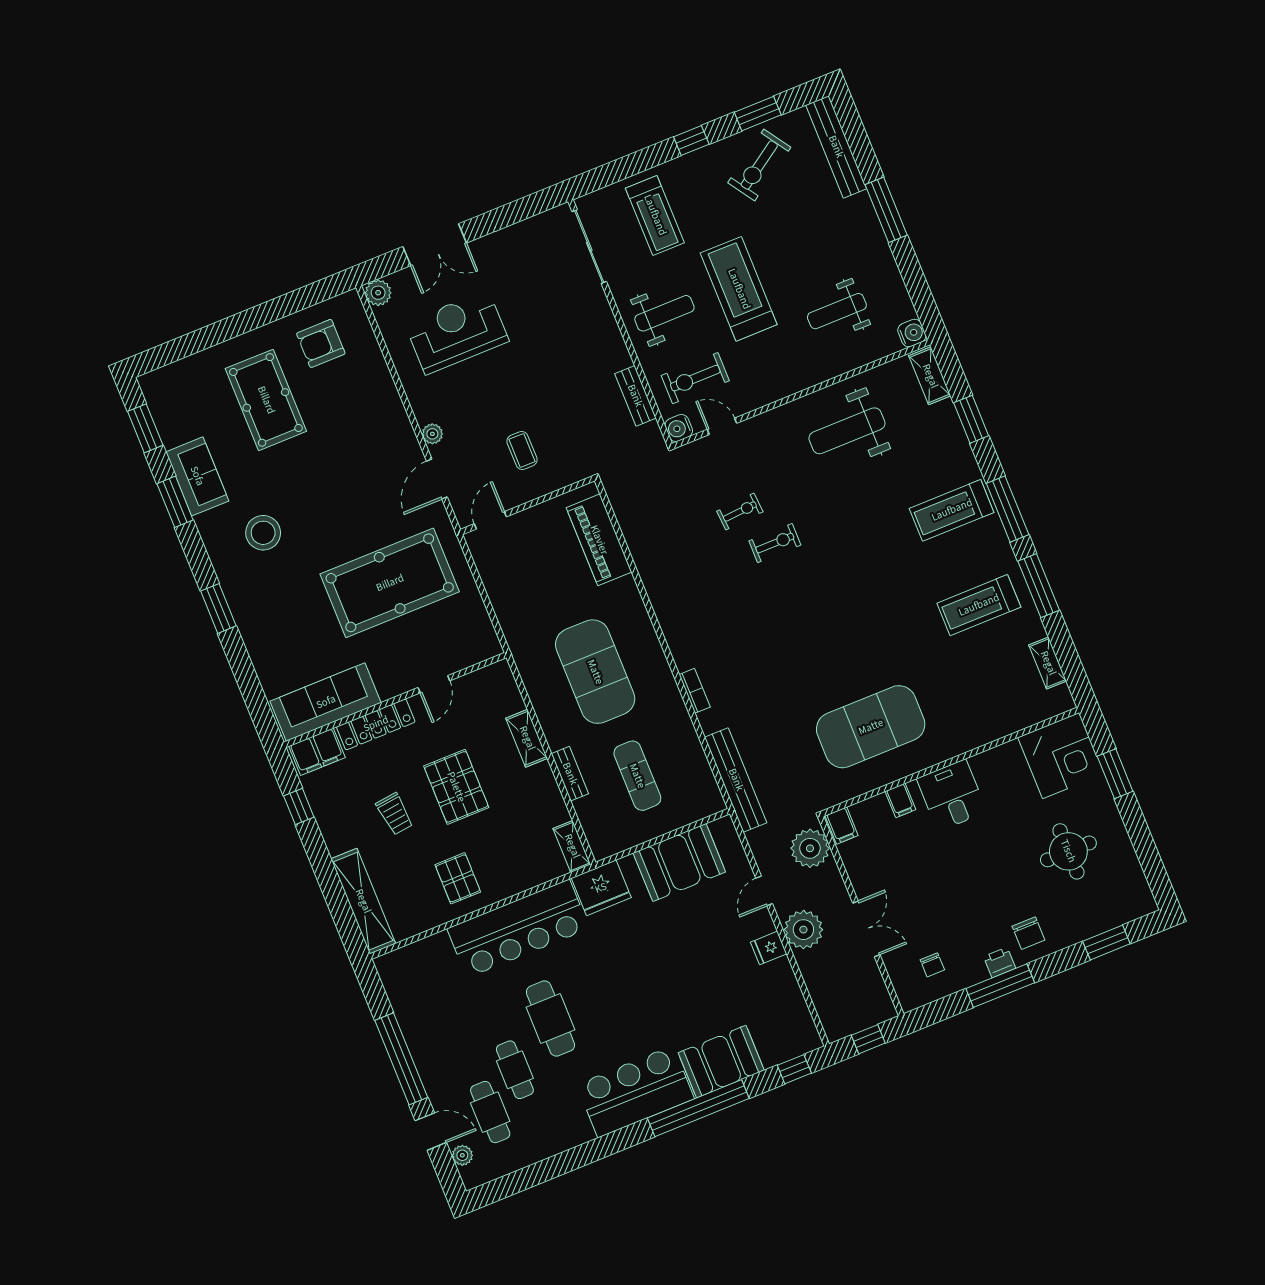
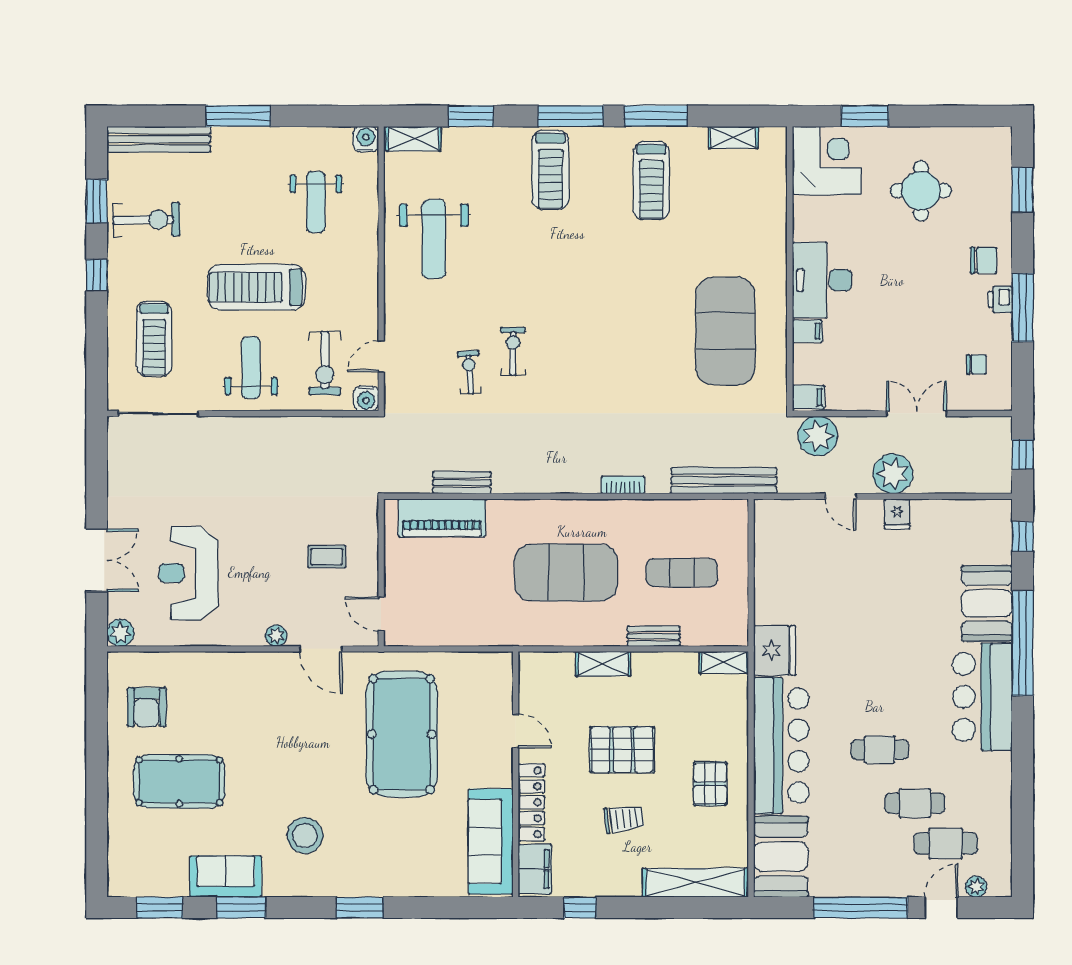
exercise bike: (759, 165) -> (146, 220), turned -57
treadmill: (655, 215) -> (154, 339), turned 90
bench: (635, 396) -> (462, 483), moved
desk: (952, 795) -> (822, 280), width x1.37
booth: (679, 862) -> (781, 857), moved
pallet: (458, 878) -> (710, 784), turned 90
cafe table: (550, 1019) -> (880, 750), width x0.73, depth x0.74

